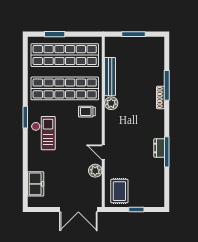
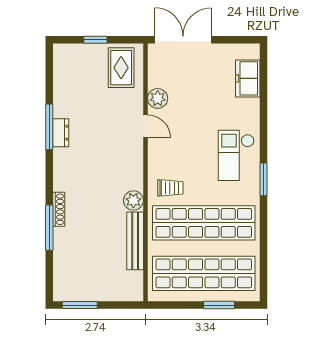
window: (133, 34) -> (80, 305), moved

